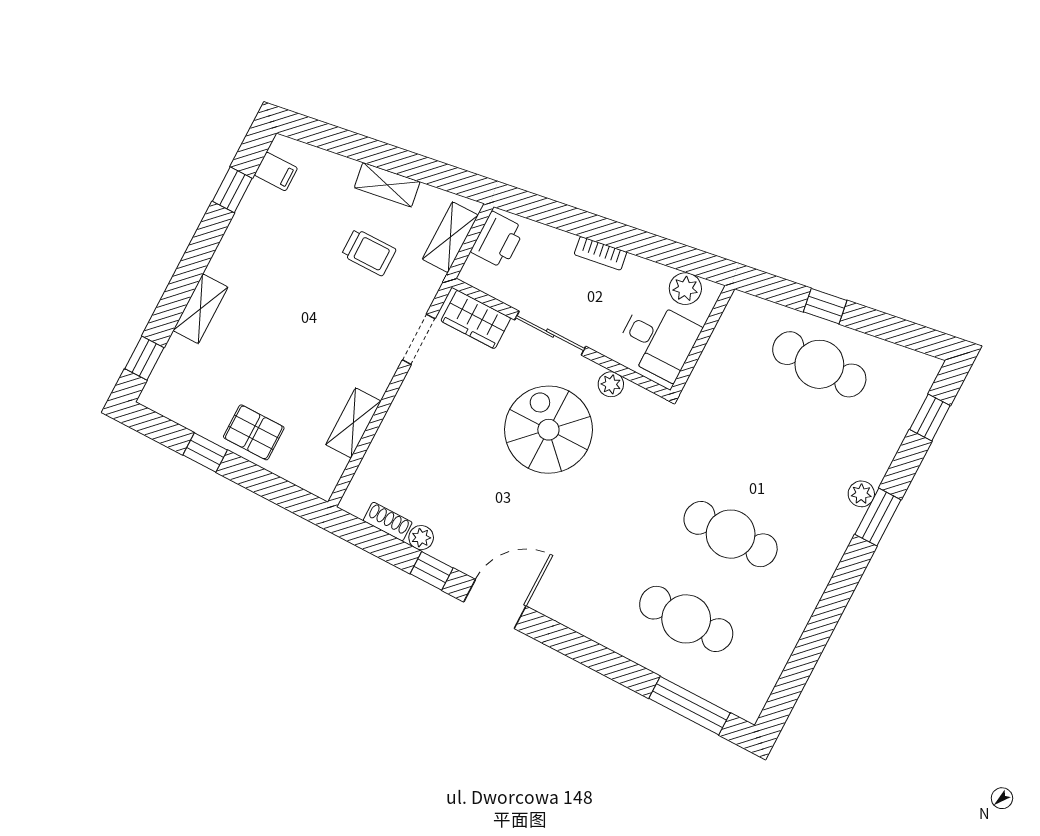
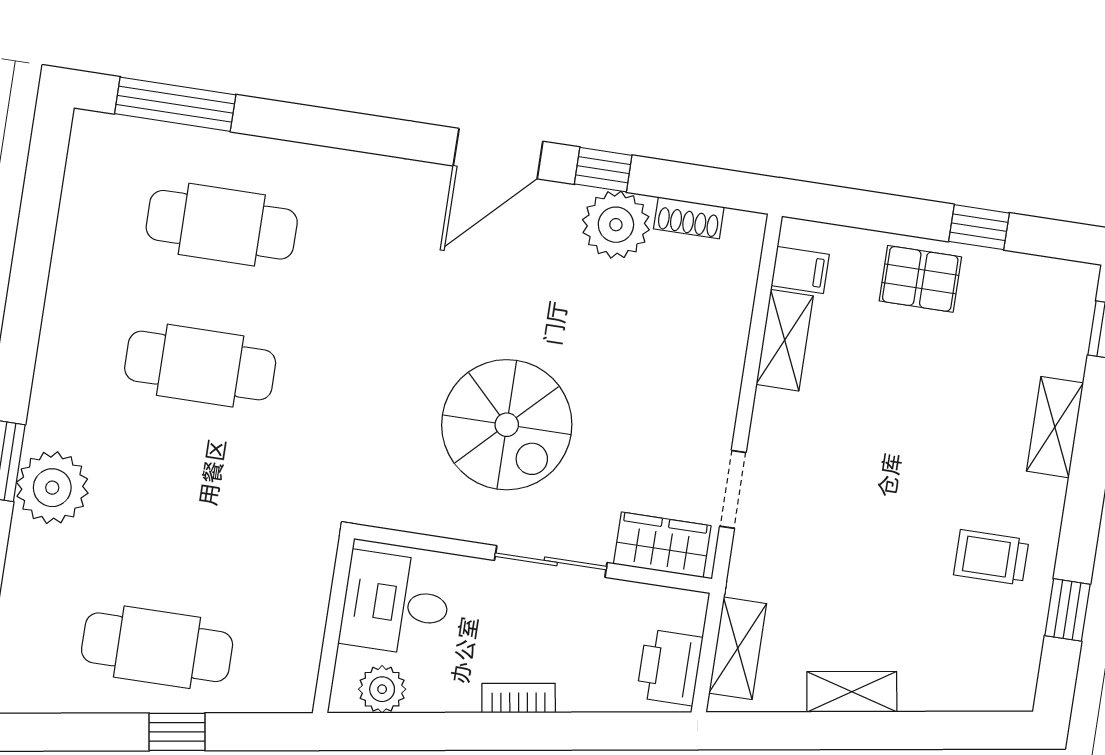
filing cabinet: (276, 171) -> (800, 270), moved, turned 180
trolley: (369, 252) -> (991, 557), moved
plant: (611, 384) -> (441, 519), removed
plant: (861, 494) -> (52, 488), width x1.87, depth x1.87
plant: (421, 538) -> (616, 225), width x1.88, depth x1.88

